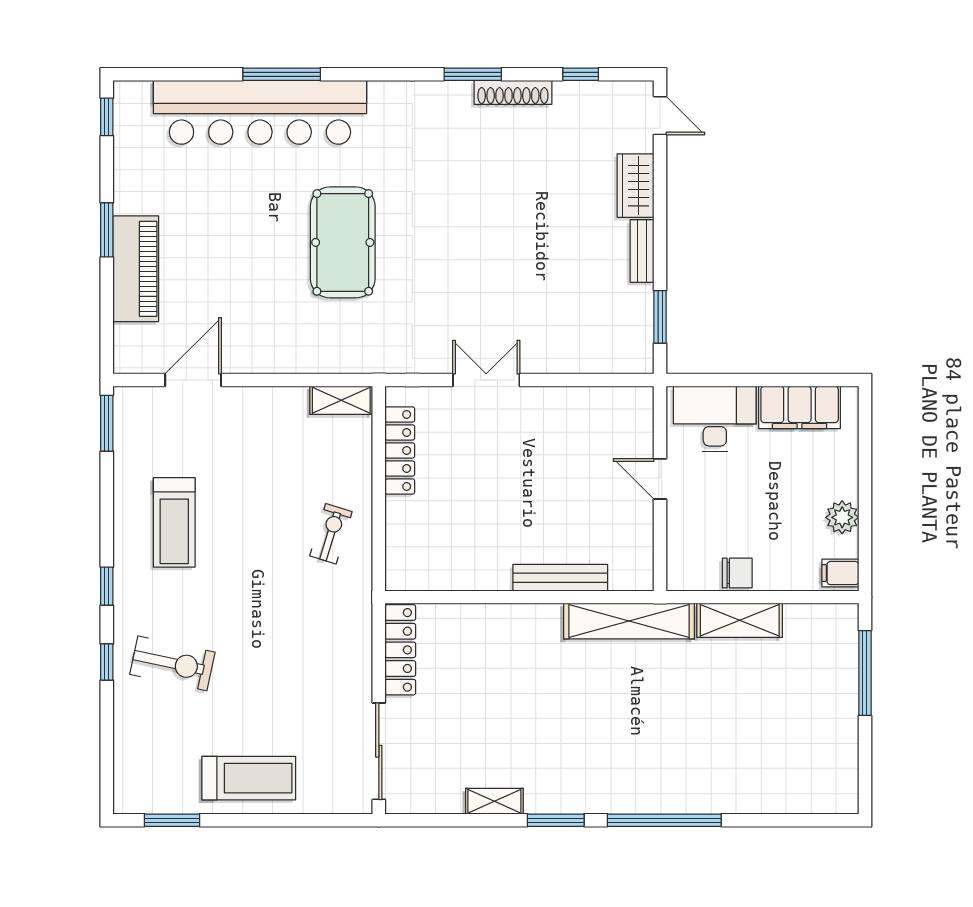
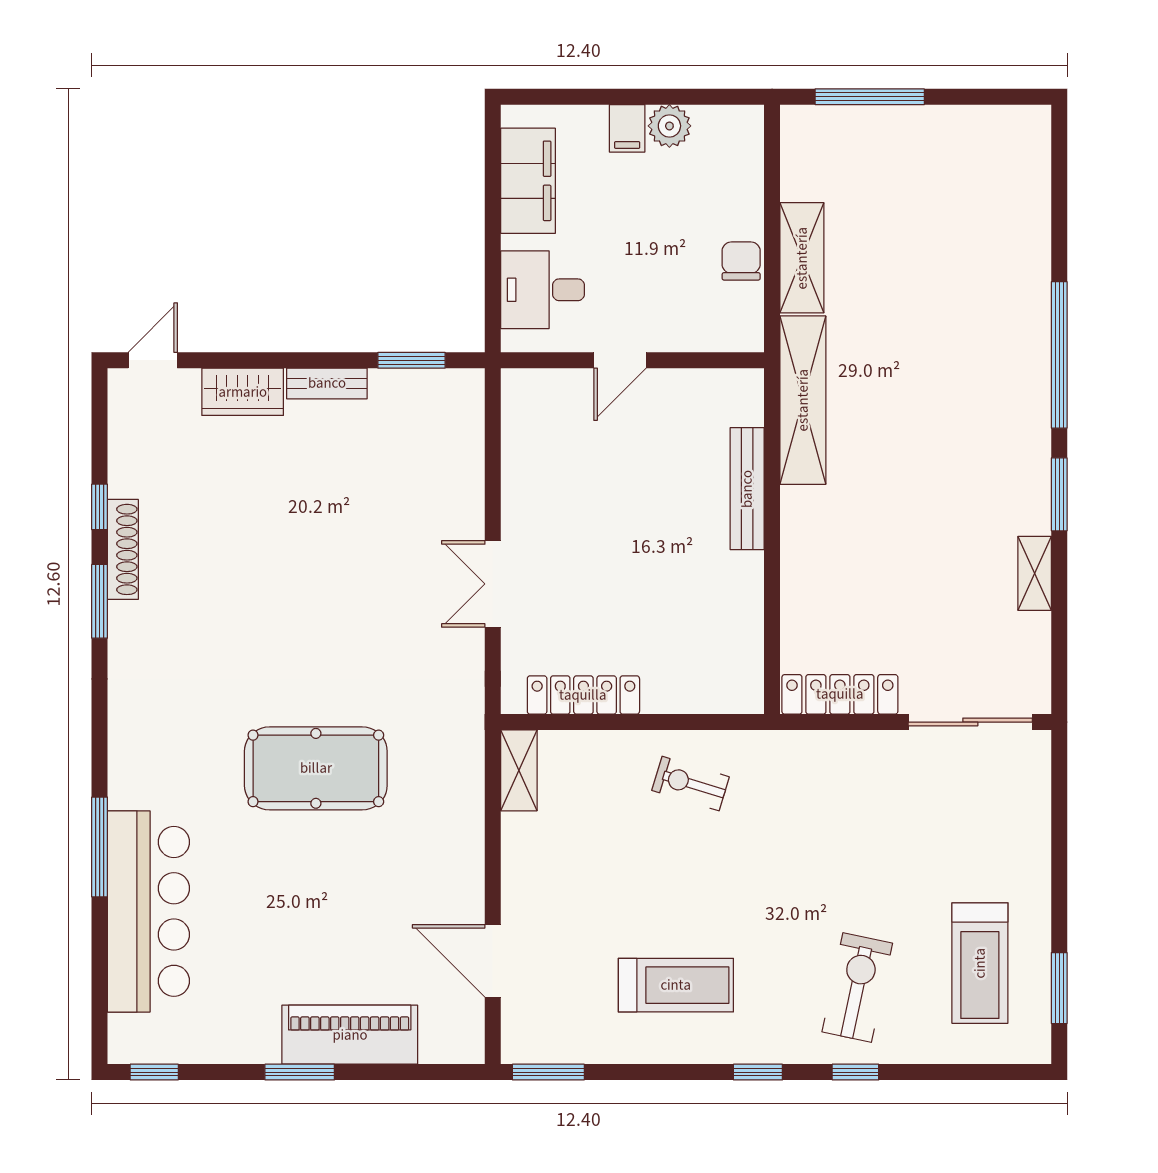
window: (581, 74) -> (100, 507), moved
bar counter: (260, 112) -> (148, 911), width x0.73
desk: (715, 419) -> (543, 290), width x0.73
filing cabinet: (840, 573) -> (627, 128), moved
treadmill: (249, 778) -> (980, 963), moved, turned 180

